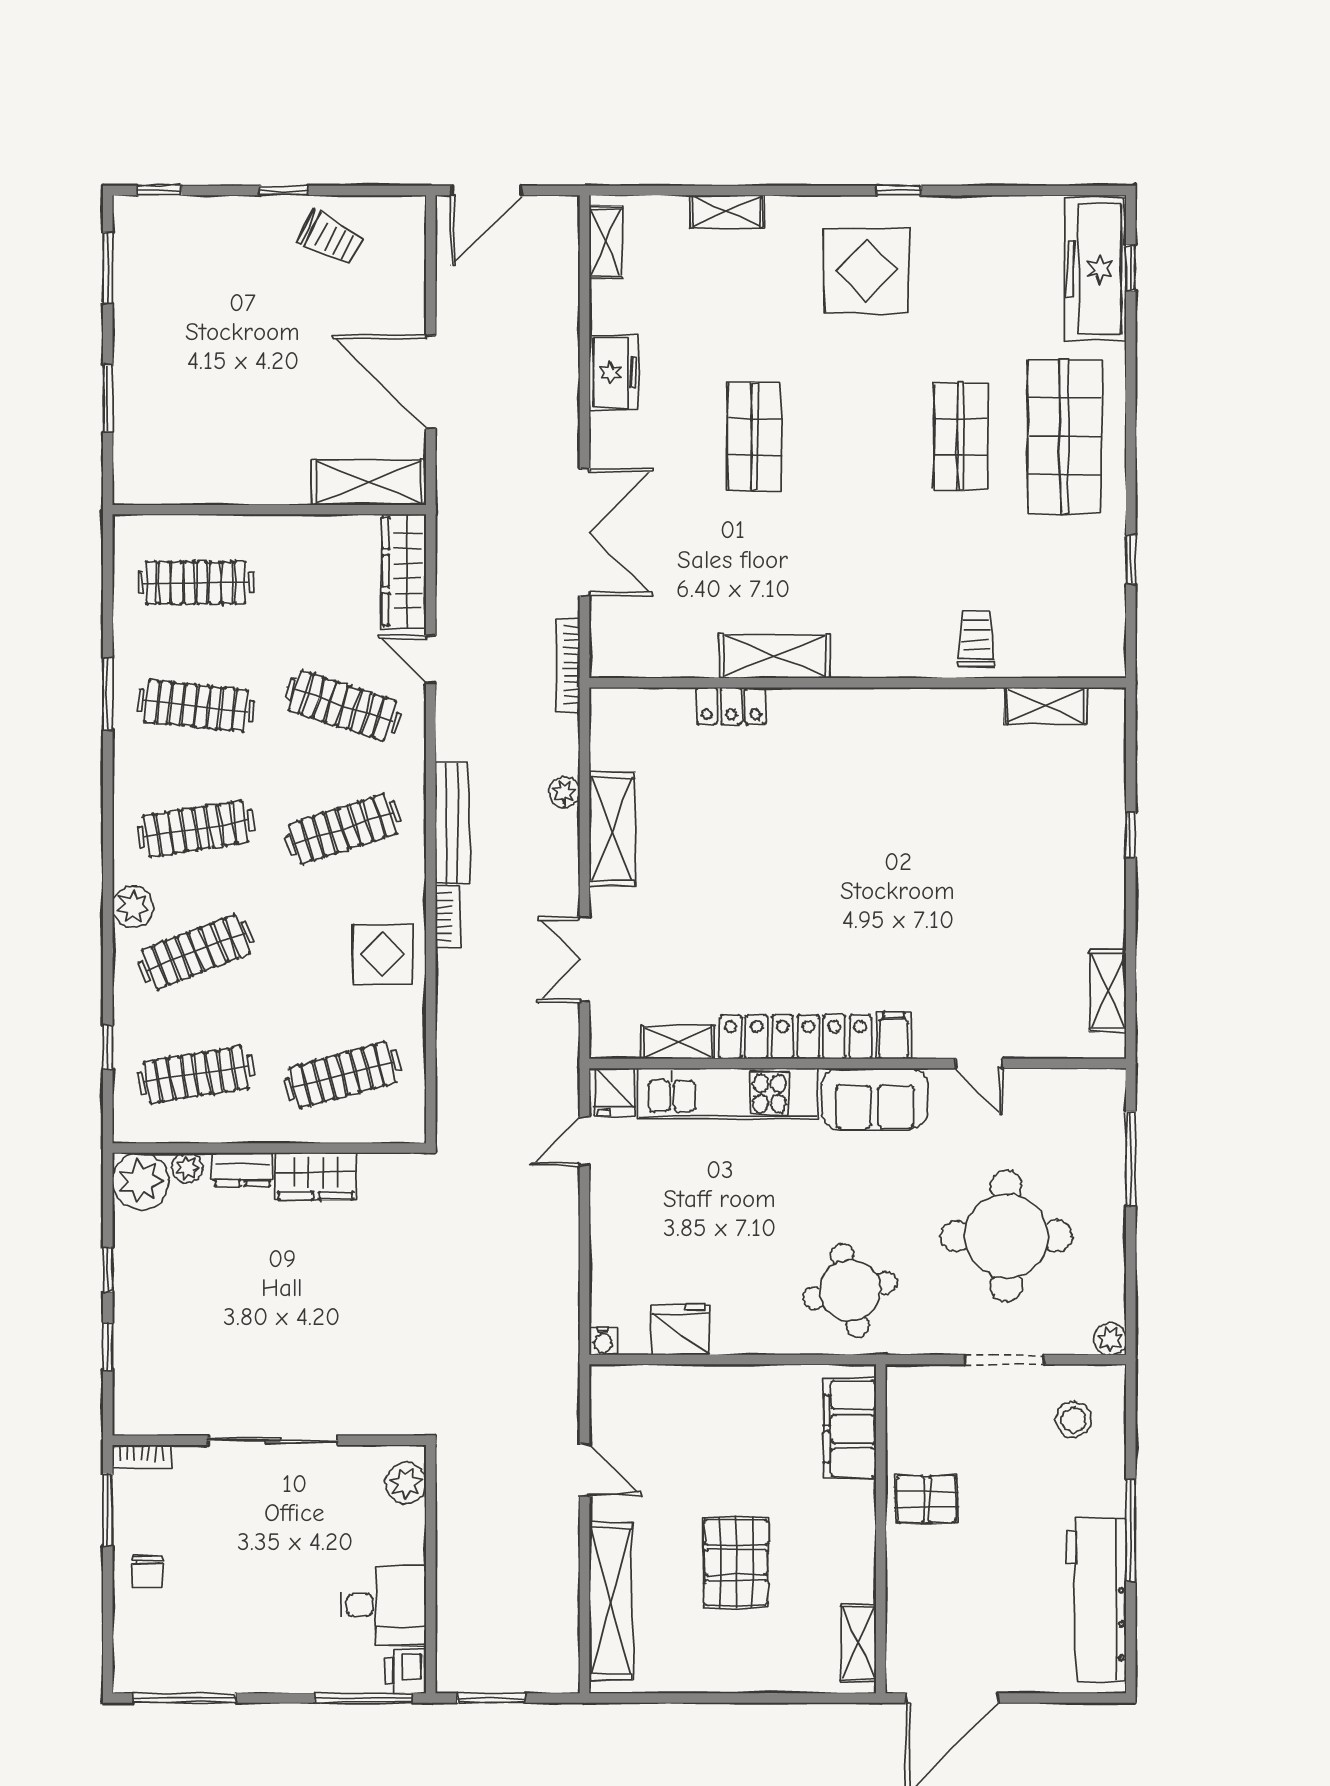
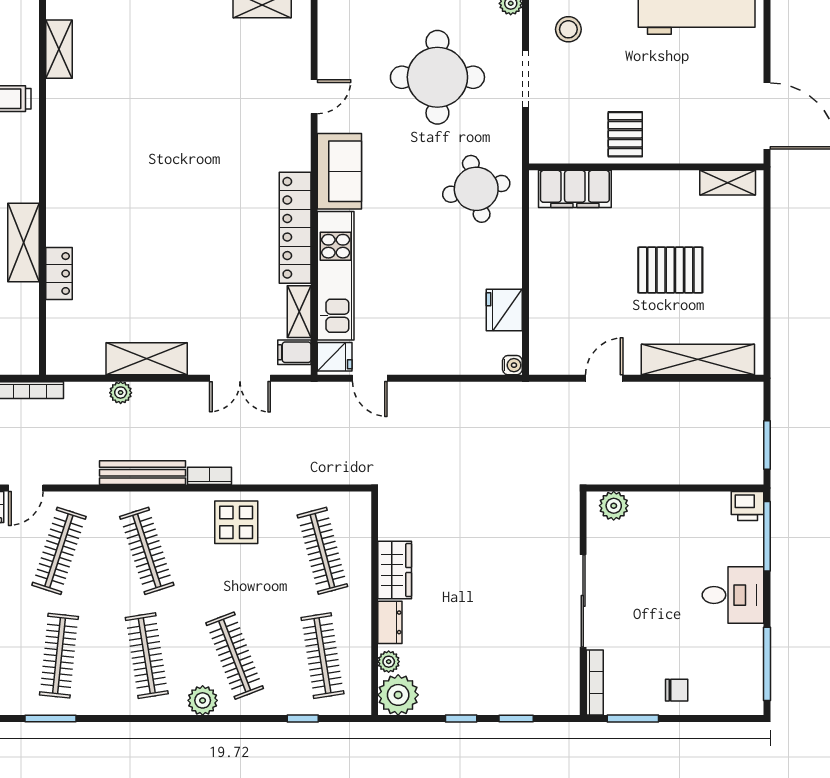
filing cabinet: (894, 1036) -> (294, 352), moved
bookcase: (142, 1457) -> (595, 683), width x1.56
desk: (383, 1605) -> (733, 595), moved, turned 90

